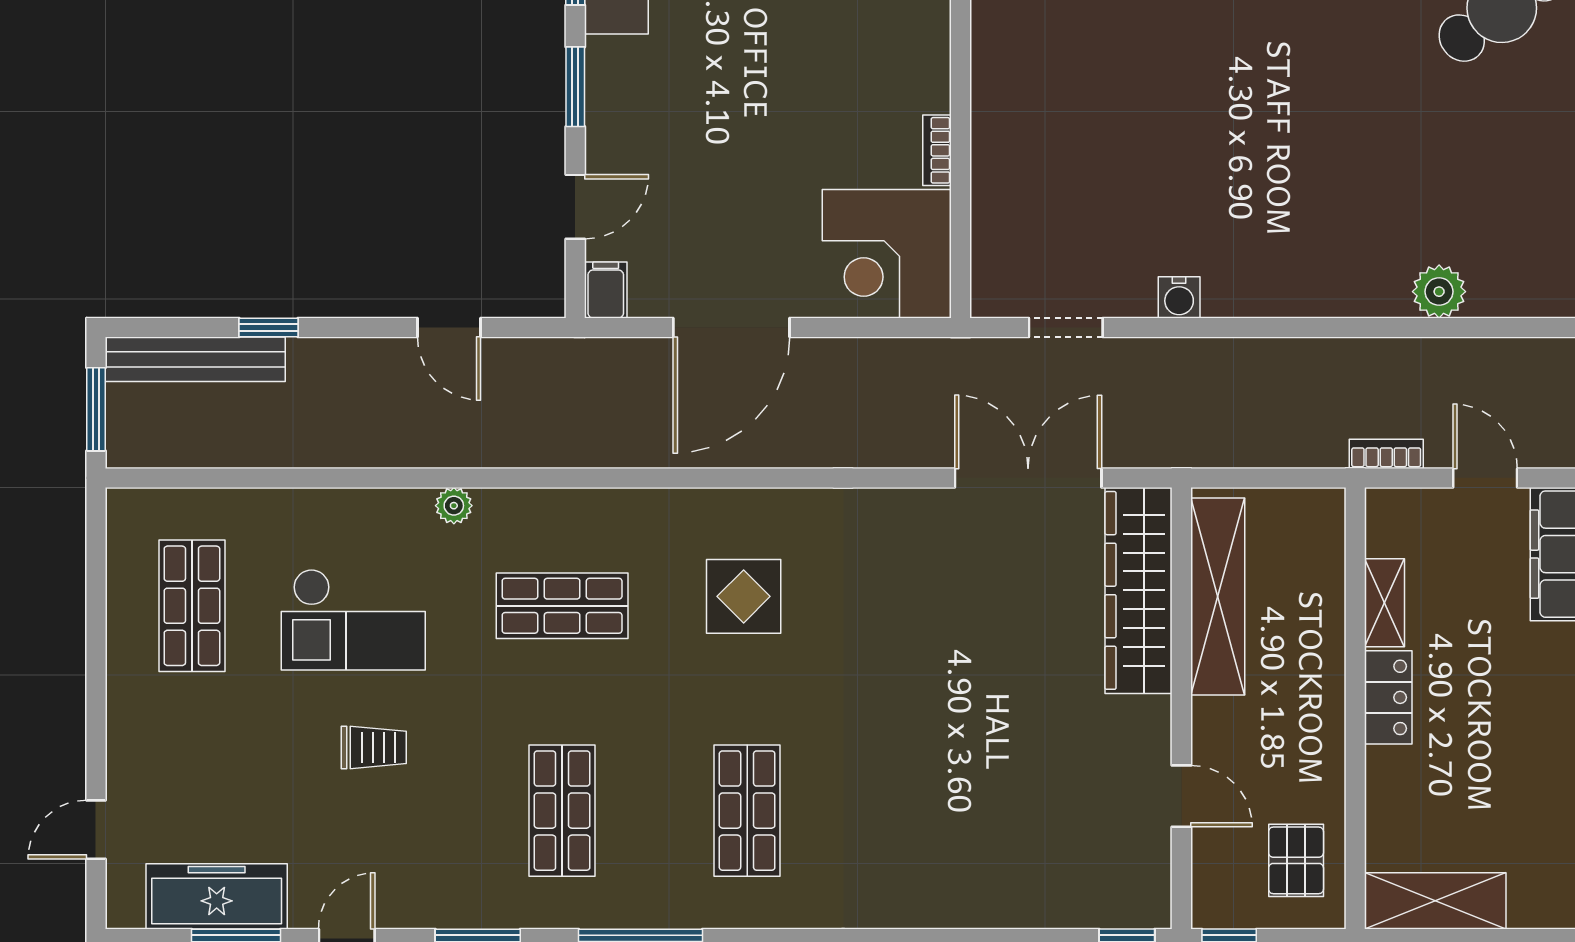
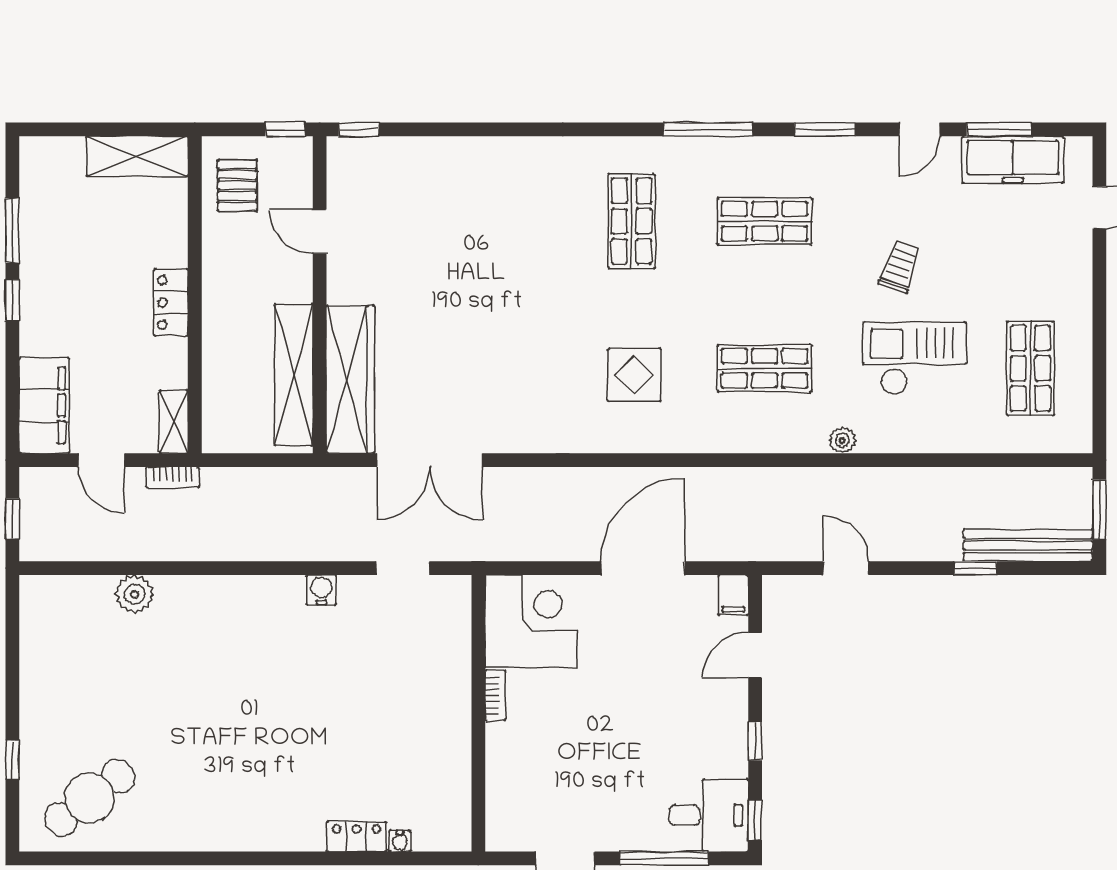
window: (575, 87) -> (755, 741), width x0.67
shelving: (1385, 603) -> (174, 422), moved
trolley: (374, 747) -> (900, 266), turned 109
shop shelf: (562, 811) -> (765, 221), turned 90

